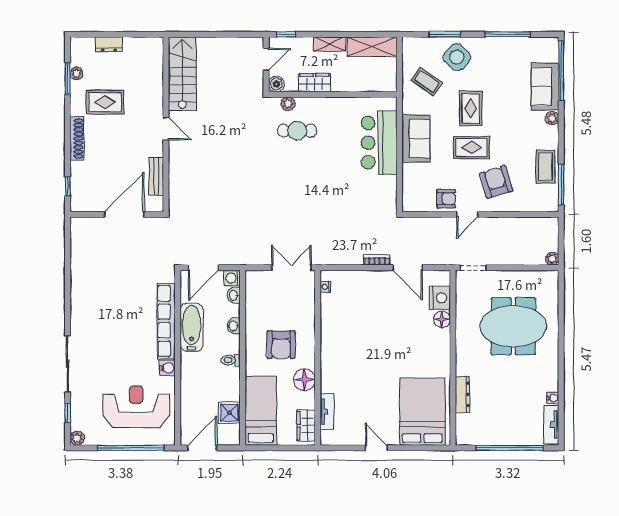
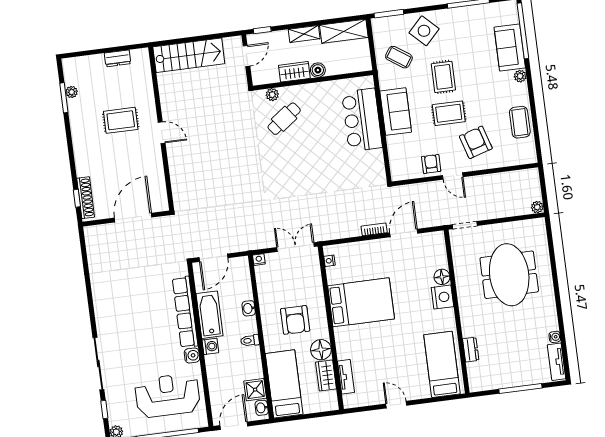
window: (445, 34) -> (389, 14), moved
dresser: (109, 44) -> (118, 58), moved
stairs: (182, 74) -> (189, 55), moved, turned 90
boiler: (276, 84) -> (318, 70), moved
rug: (105, 102) -> (121, 120), moved
cafe table: (297, 131) -> (284, 119), turned -37
shoe rack: (77, 138) -> (86, 198), moved
bench: (156, 176) -> (158, 178), removed
window: (561, 185) -> (537, 137), removed
armchair: (446, 199) -> (431, 164), turned -90
door: (467, 214) -> (453, 176), hinge flipped
door: (408, 268) -> (404, 233), swing flipped
nightstand: (251, 276) -> (259, 260), added
washing machine: (232, 278) -> (210, 346), moved, turned 180
washbasin: (234, 295) -> (262, 408), moved
nightstand: (440, 298) -> (442, 297), moved
meeting table: (513, 326) -> (509, 275), turned 90
bed: (353, 335) -> (361, 302), added
dresser: (462, 394) -> (471, 350), width x0.70
bed: (422, 412) -> (442, 364), width x0.67
wardrobe: (306, 426) -> (326, 375), moved
window: (510, 448) -> (520, 389), width x0.68

